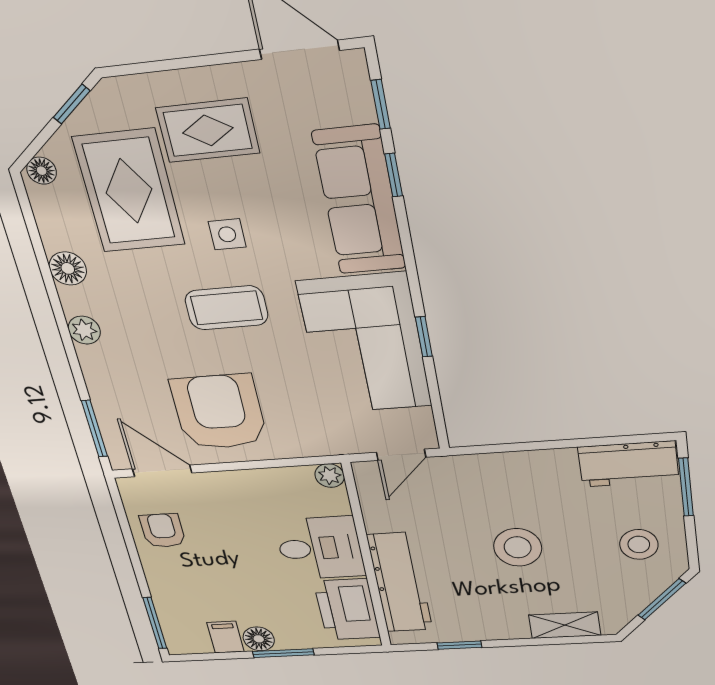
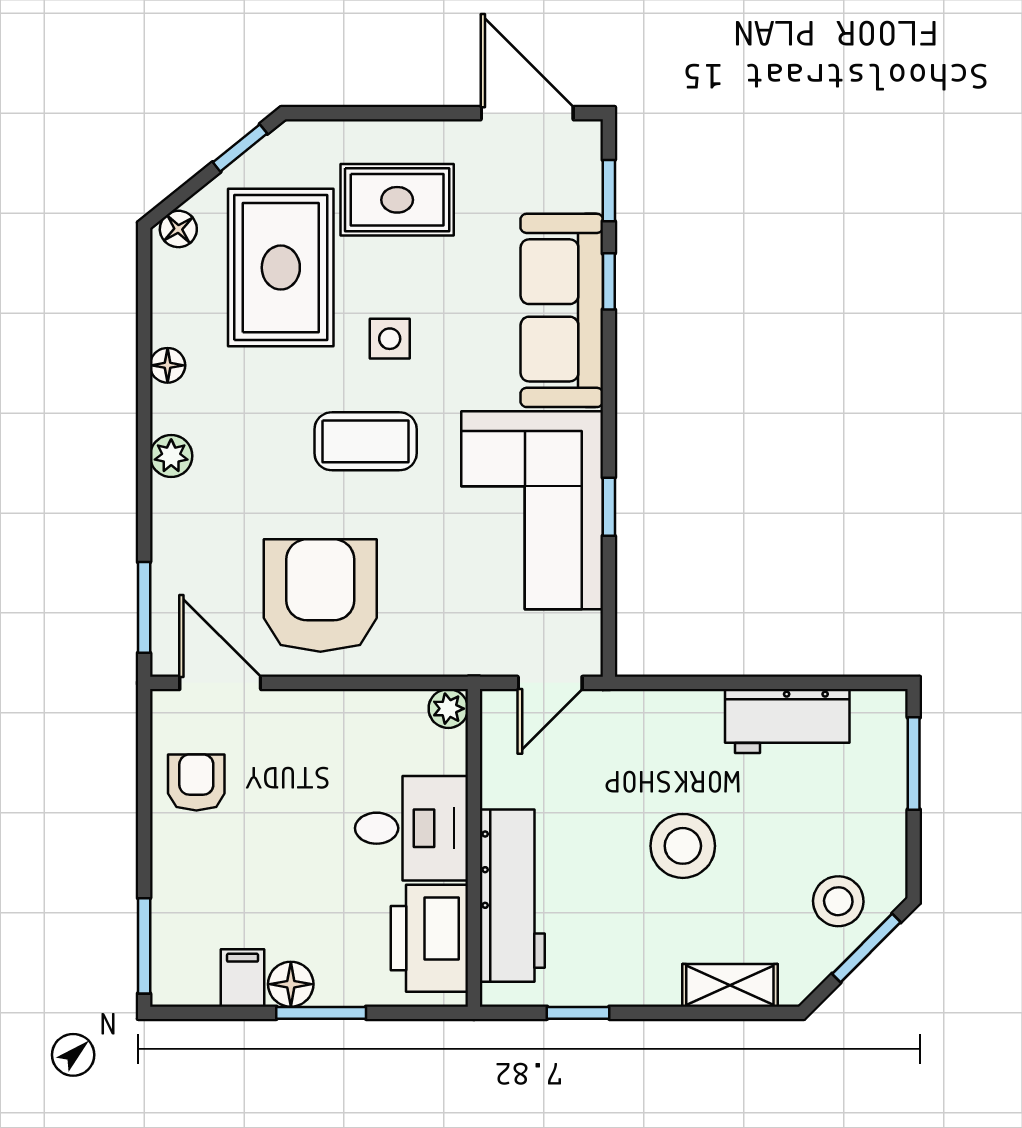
floor lamp: (68, 268) -> (168, 365), width x0.73, depth x0.73
workbench: (628, 464) -> (787, 721), moved
stool: (639, 544) -> (838, 901), moved

